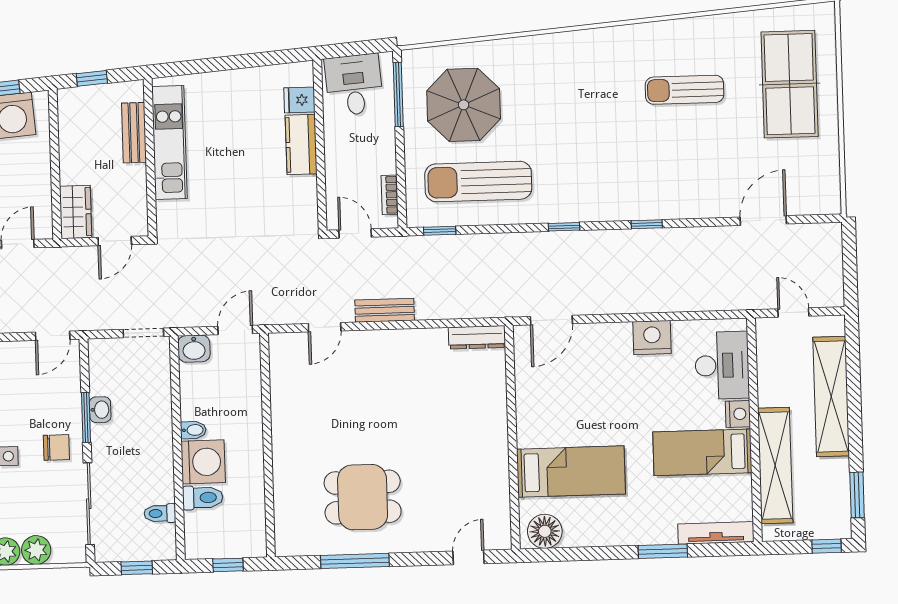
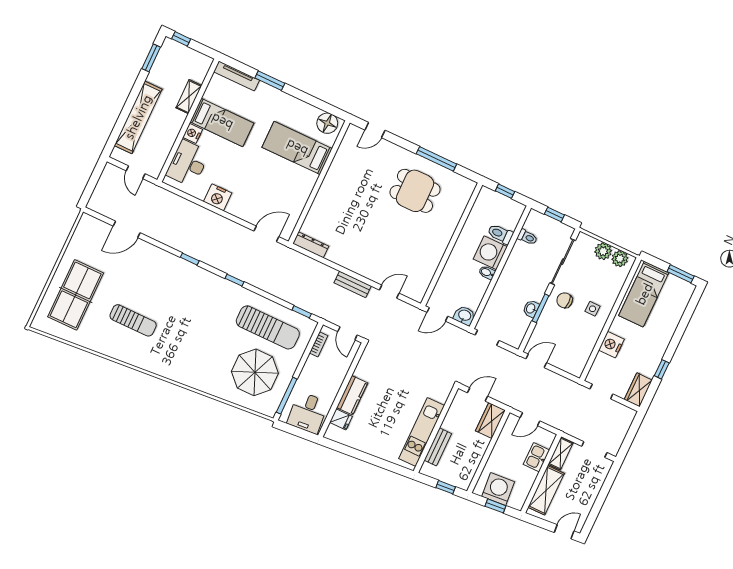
shelving: (775, 466) -> (189, 97), width x0.45, depth x0.75

